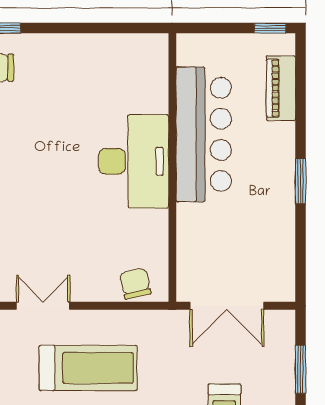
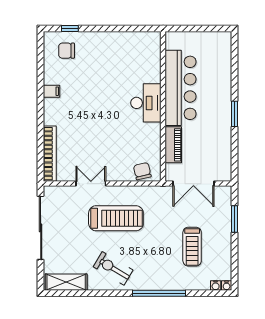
window: (270, 28) -> (218, 28), removed
piano: (281, 88) -> (173, 145), moved, turned 180
desk: (134, 161) -> (146, 103), width x0.73, depth x0.77

